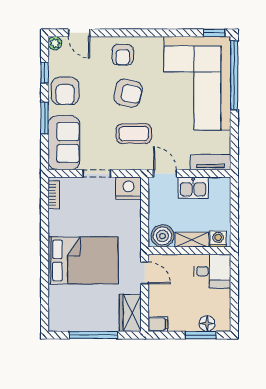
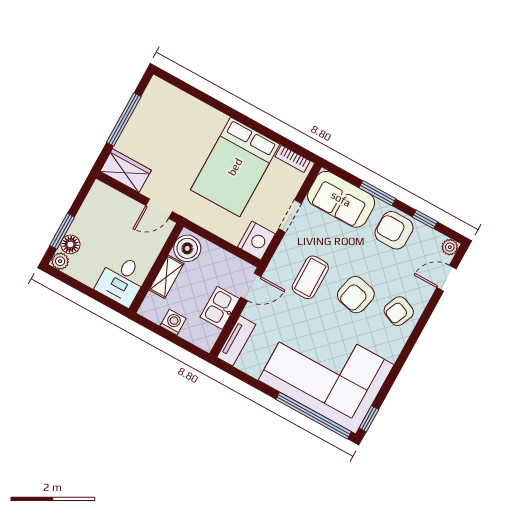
armchair: (123, 55) -> (399, 311), turned -67
washing machine: (218, 239) -> (173, 322), moved, turned -90
bed: (83, 260) -> (235, 167), moved
filing cabinet: (158, 324) -> (98, 193), removed
plant: (224, 324) -> (60, 261), added

